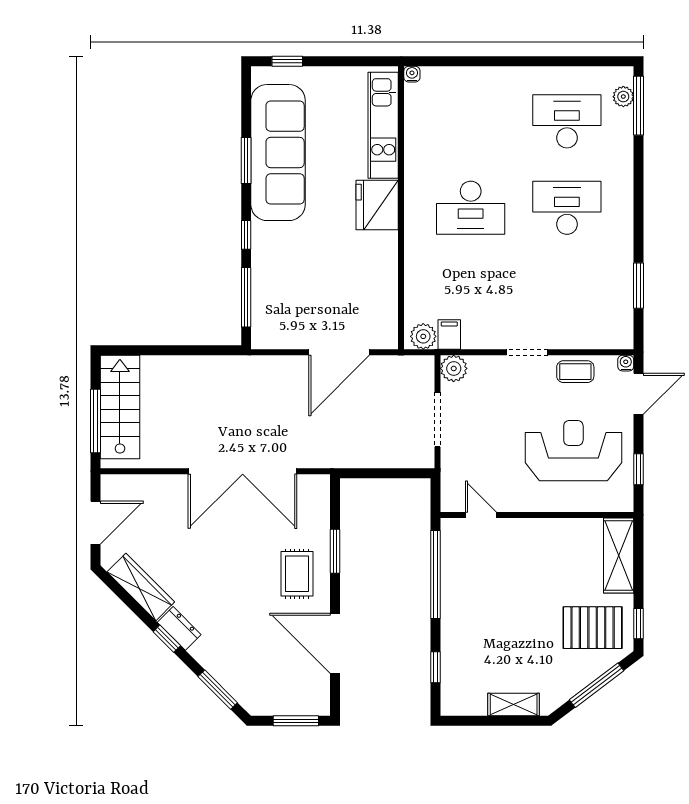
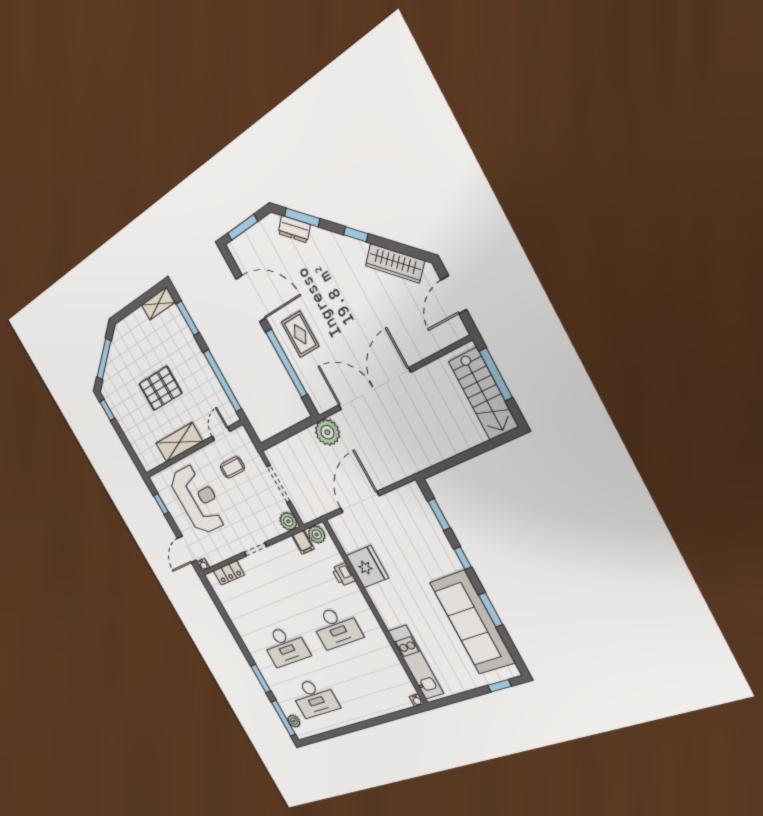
fridge: (377, 205) -> (367, 567), moved
desk: (471, 208) -> (336, 627), turned 180
printer: (417, 272) -> (343, 574), added
window: (639, 286) -> (261, 679), moved
window: (246, 297) -> (439, 515), width x0.69
locker: (591, 337) -> (229, 573), added
coffee table: (575, 372) -> (232, 467), moved
plant: (331, 451) -> (327, 432), added
reception desk: (573, 451) -> (198, 499), turned -90
door: (481, 515) -> (221, 434), swing flipped
window: (335, 551) -> (287, 363), width x2.11
shelving: (619, 556) -> (179, 442), moved, turned 90
dresser: (179, 628) -> (294, 229), moved
pallet: (593, 628) -> (160, 389), moved
window: (436, 667) -> (188, 318), width x1.50
shelving: (514, 704) -> (158, 304), moved

